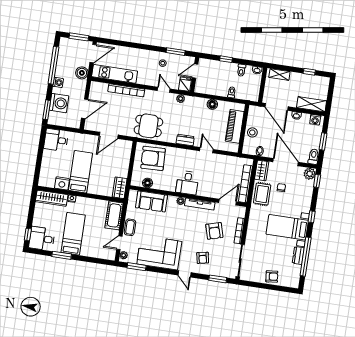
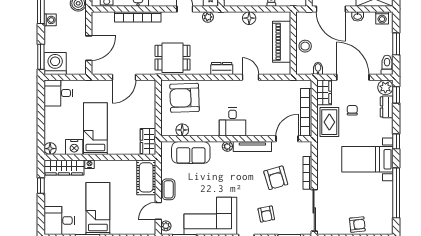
washing machine: (59, 103) -> (55, 64), moved, turned -90
floor lamp: (43, 182) -> (50, 149), added
window: (28, 235) -> (41, 186), moved
dresser: (298, 256) -> (387, 107), moved

